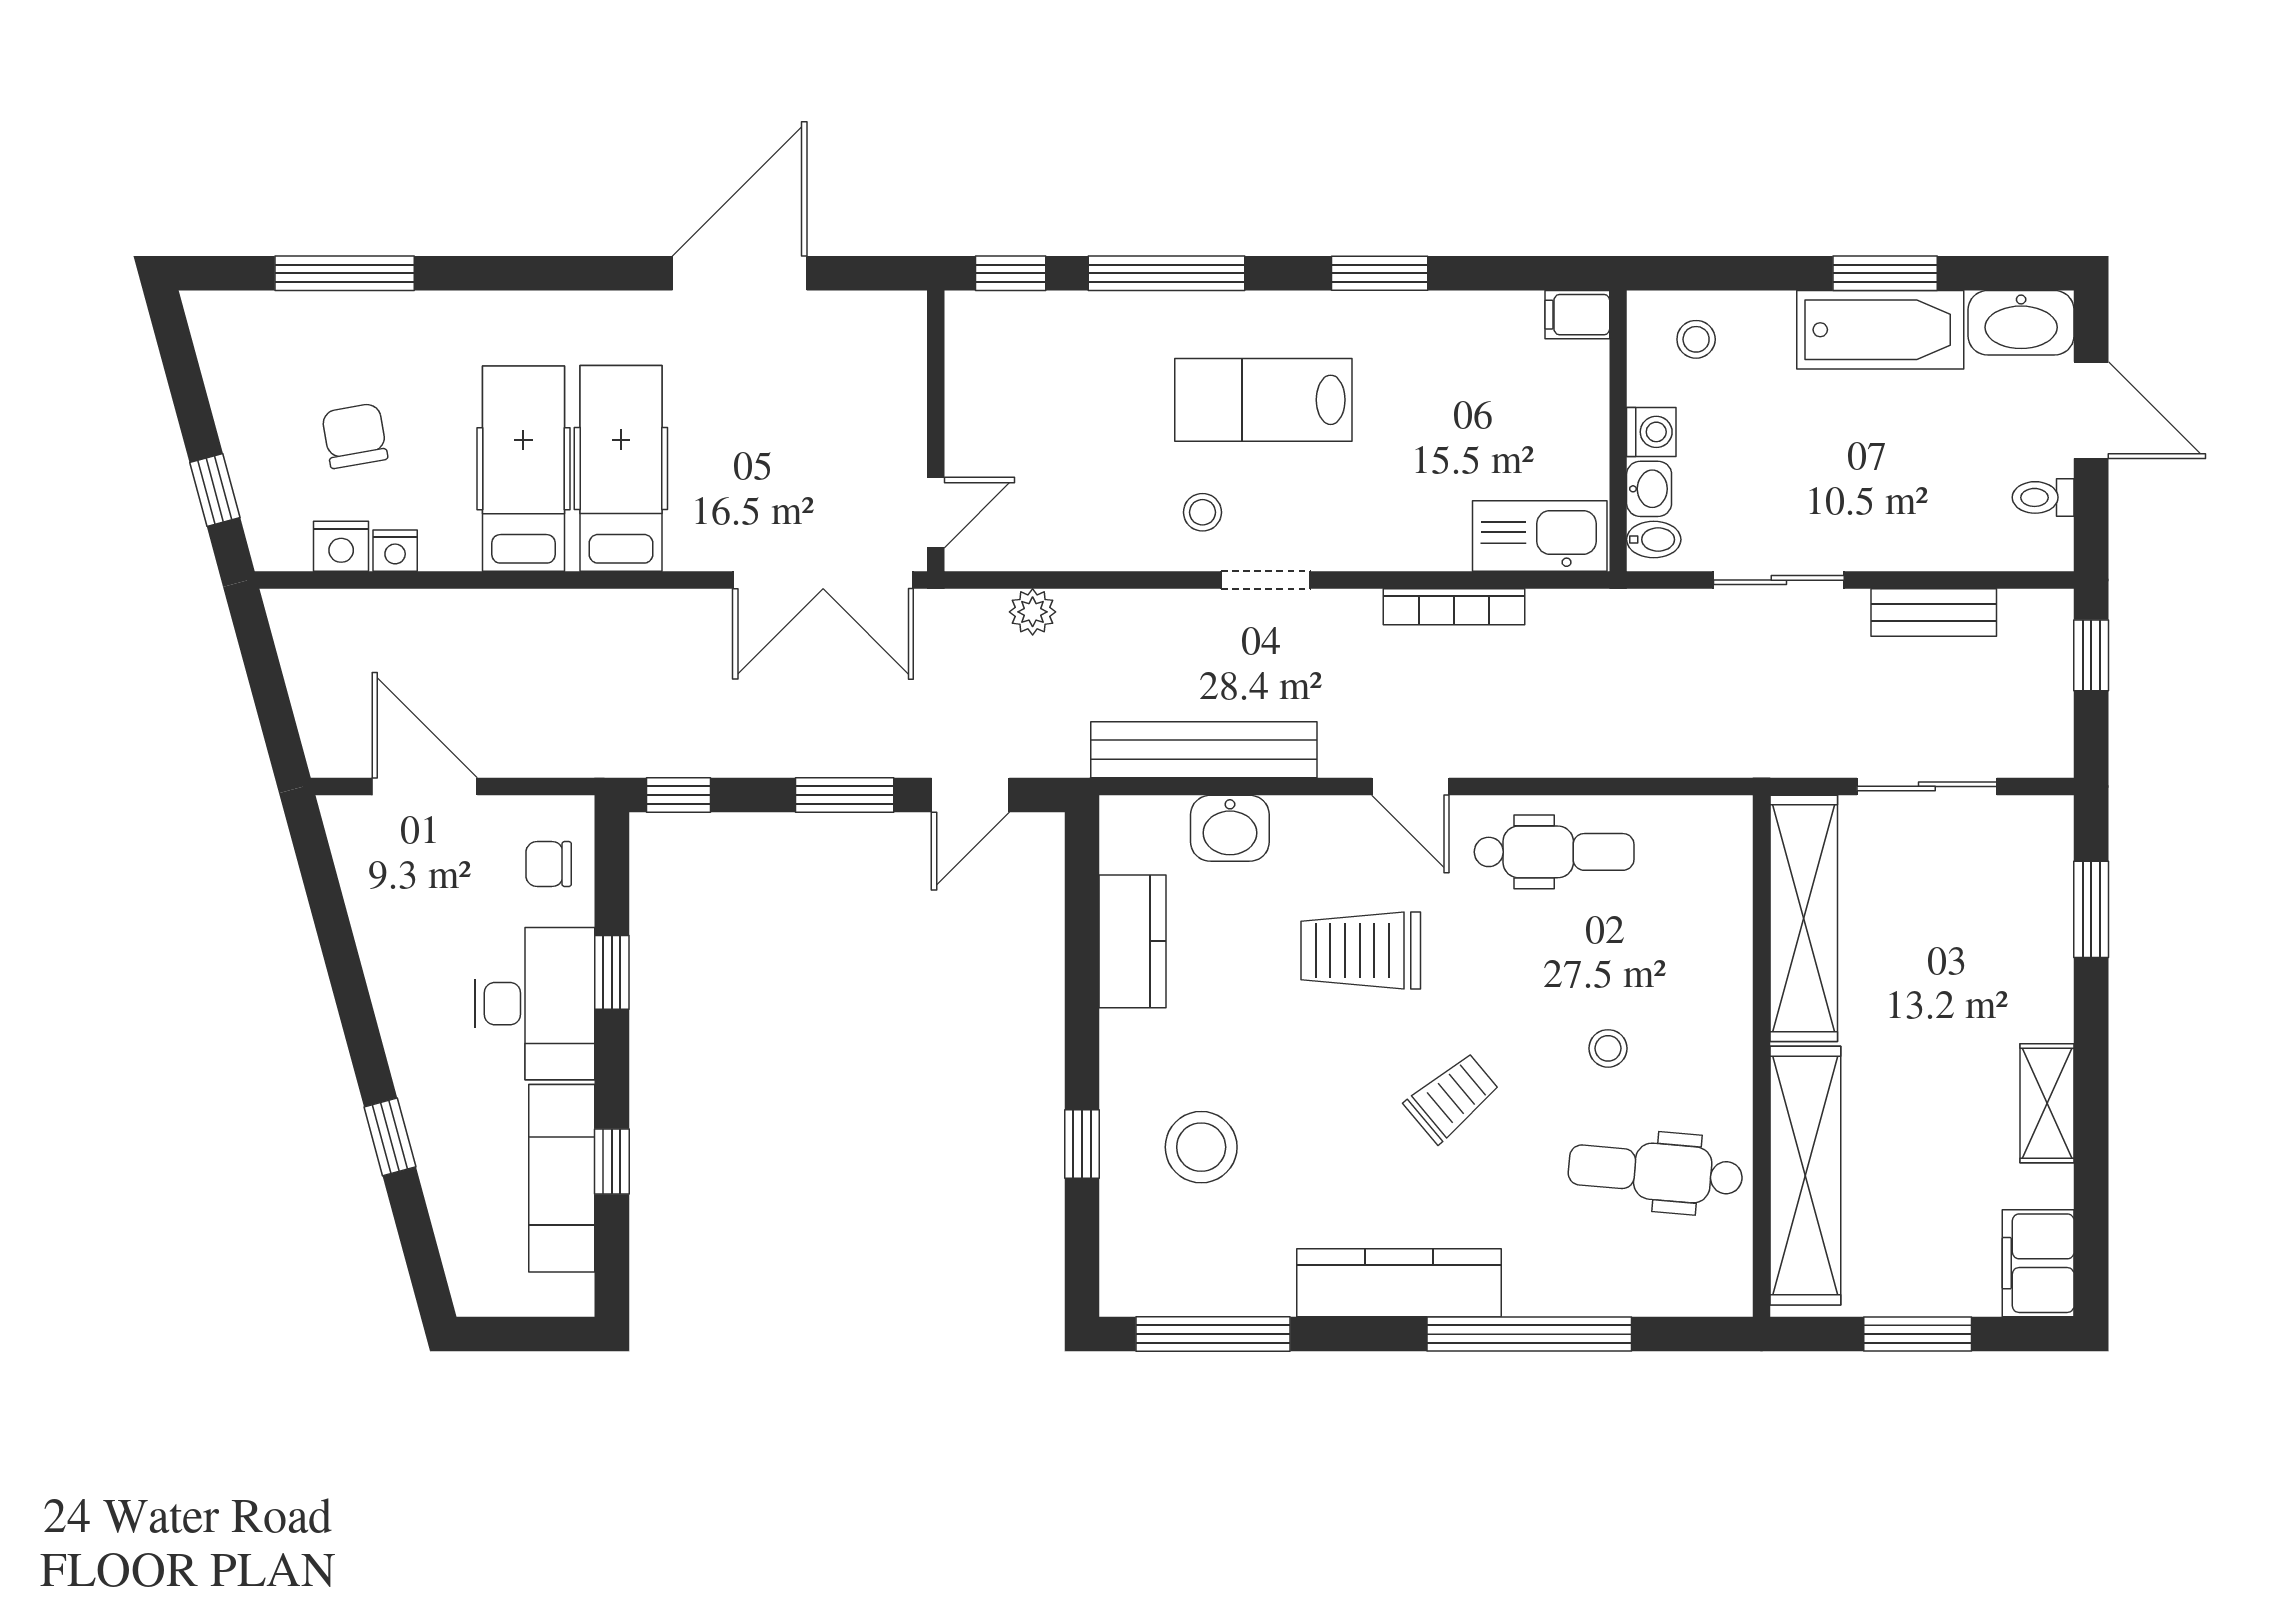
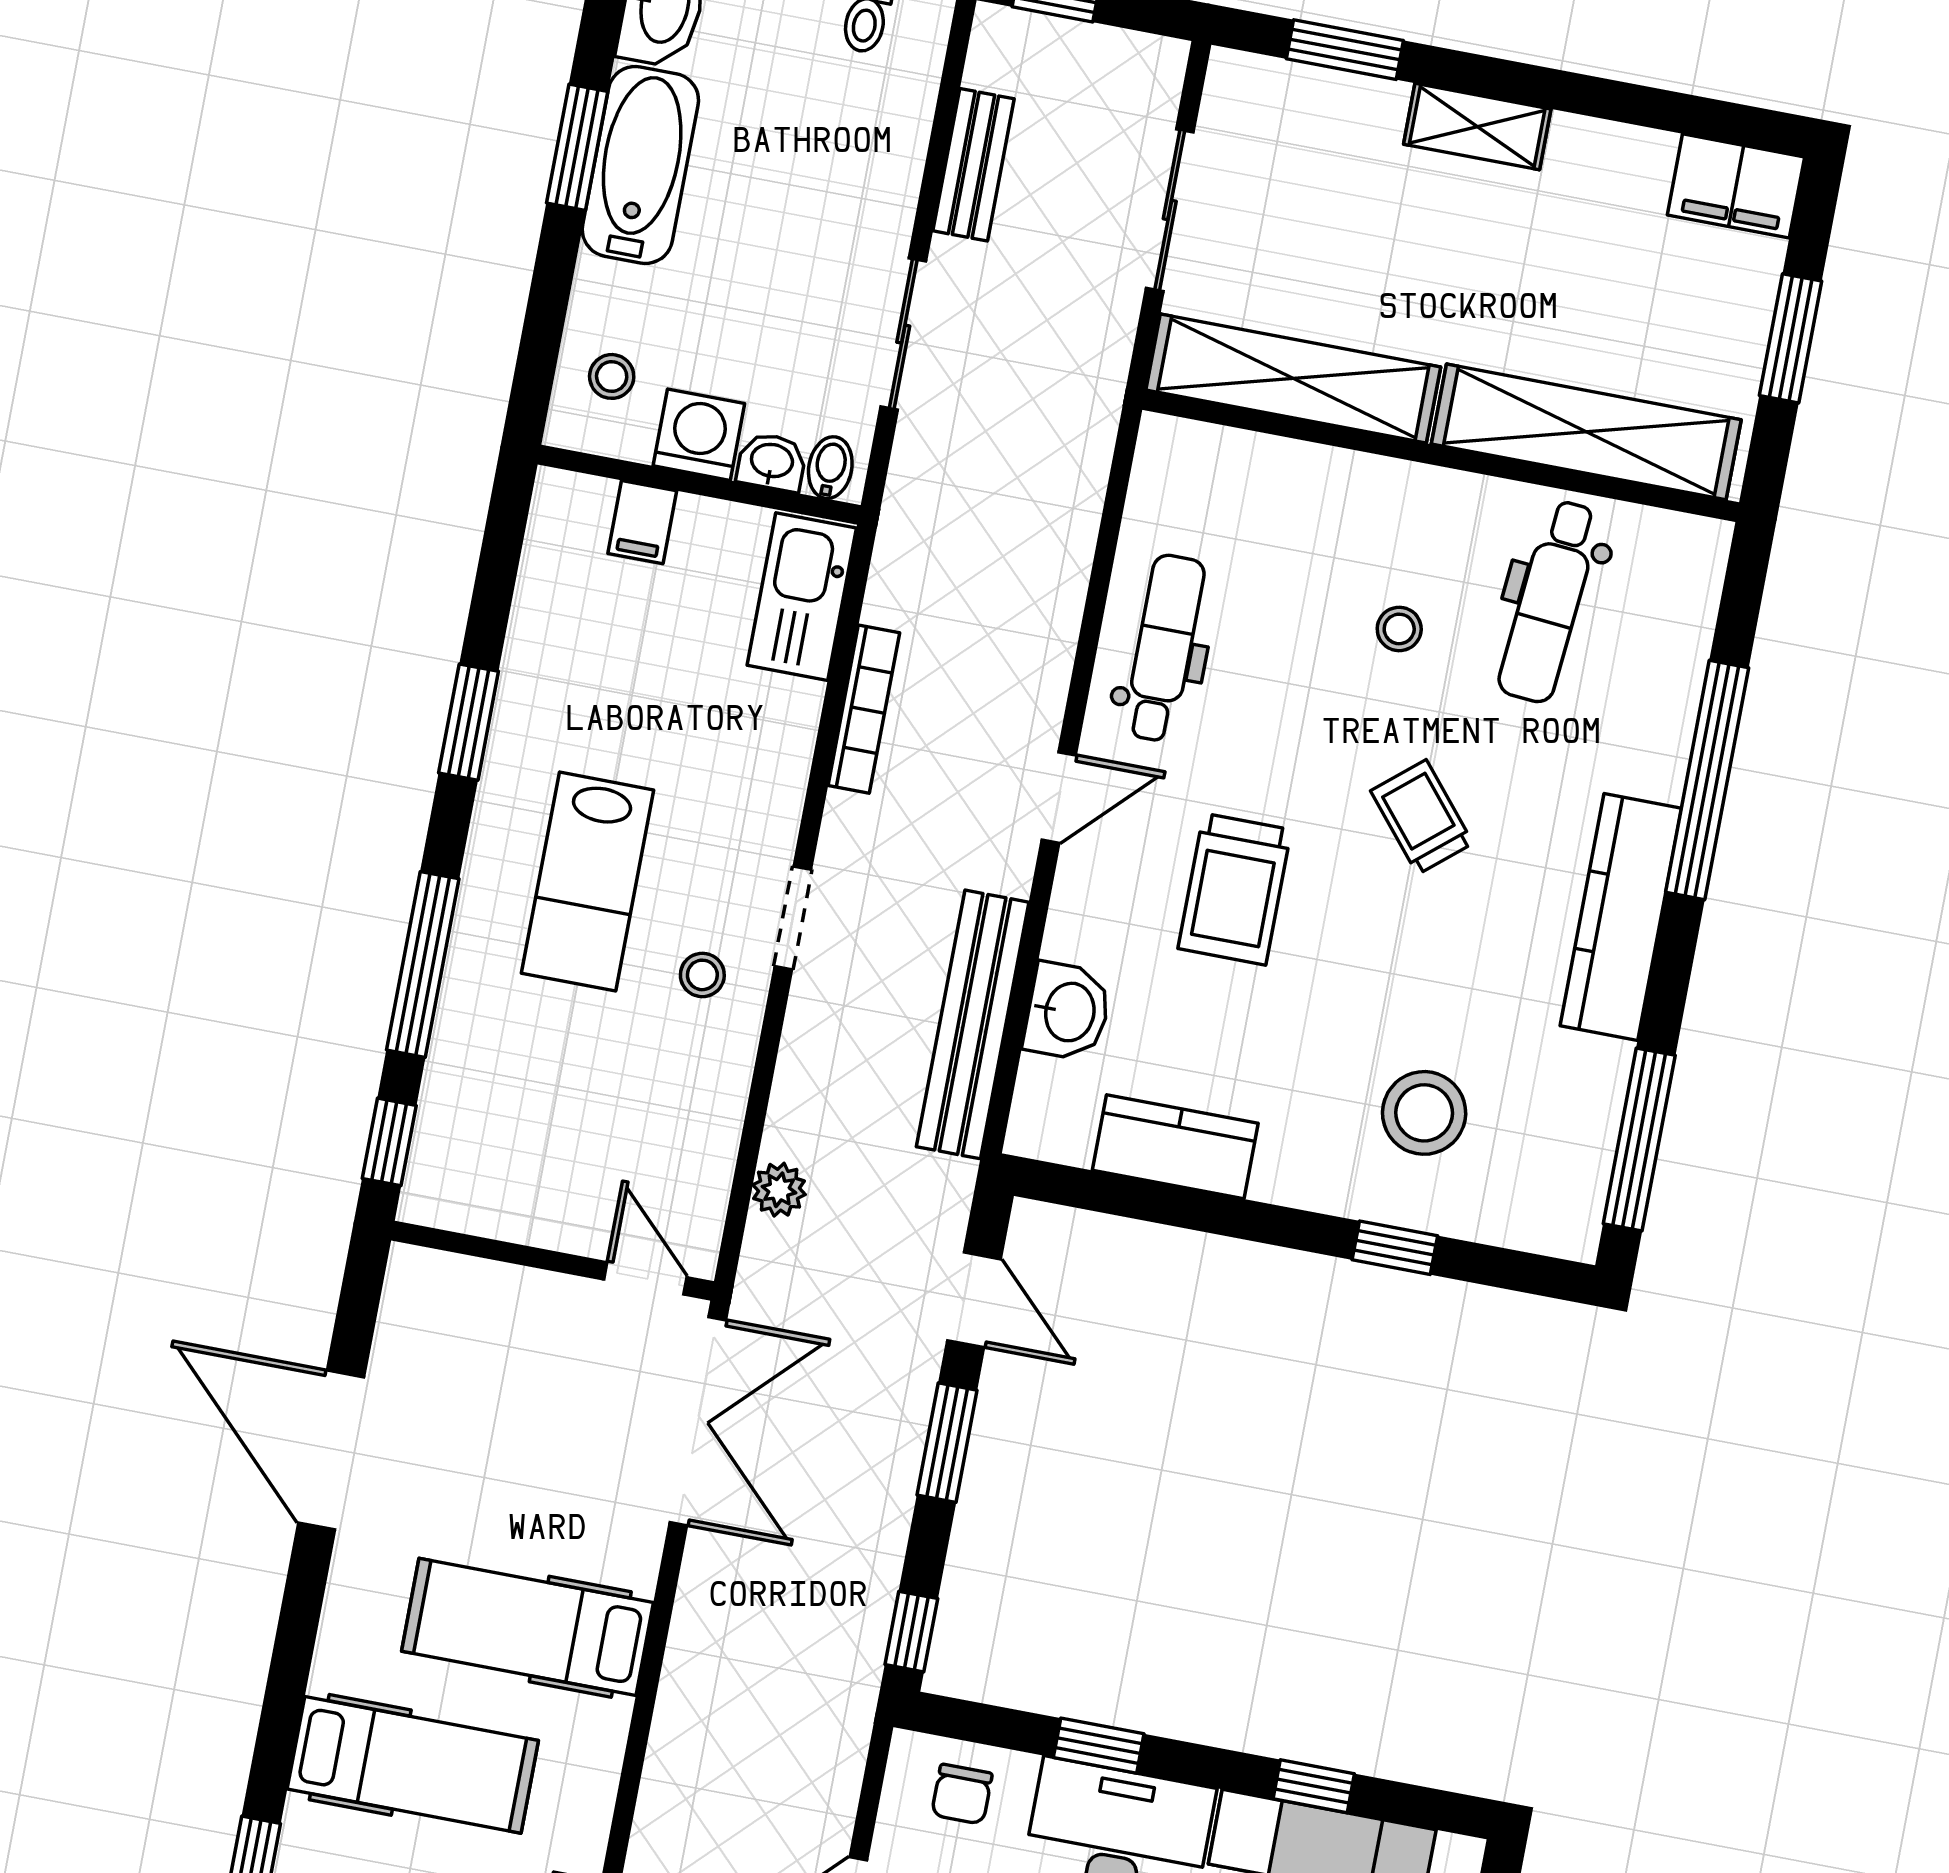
filing cabinet: (1577, 315) -> (642, 522), moved
washing machine: (1651, 432) -> (699, 435), width x1.38, depth x1.38
hospital bed: (523, 469) -> (413, 1765), moved, turned 180
shelving: (2047, 1103) -> (1477, 127), moved

